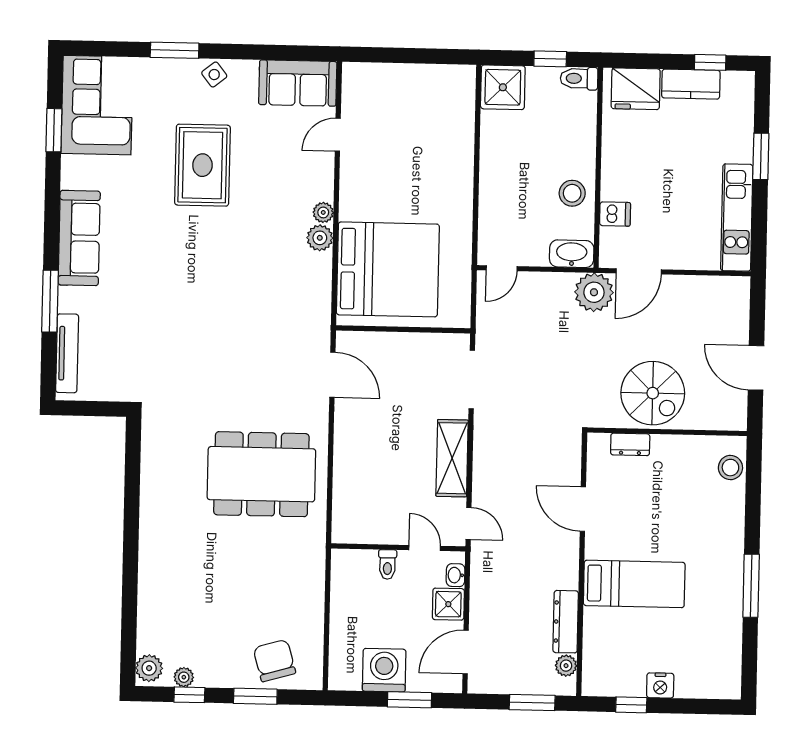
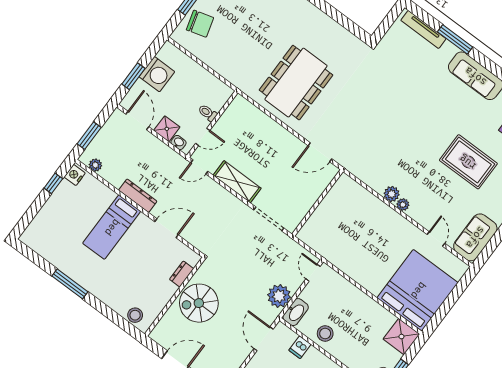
bed: (388, 269) -> (418, 290), moved, turned 180
plant: (594, 292) -> (279, 296), moved
dresser: (566, 622) -> (138, 196), moved
nightstand: (660, 685) -> (75, 175), moved

